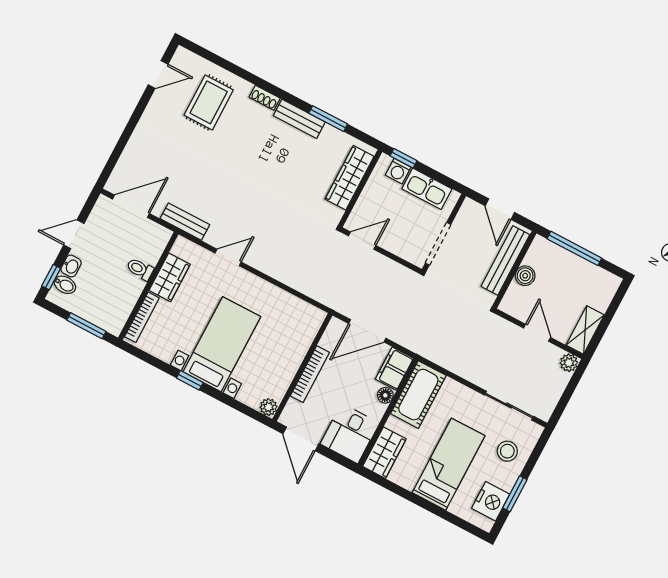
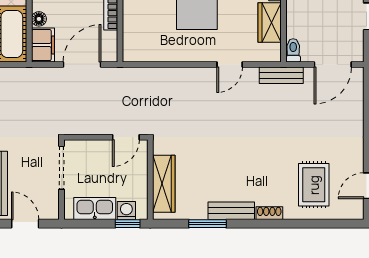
toilet: (140, 269) -> (293, 50), moved, turned -90

